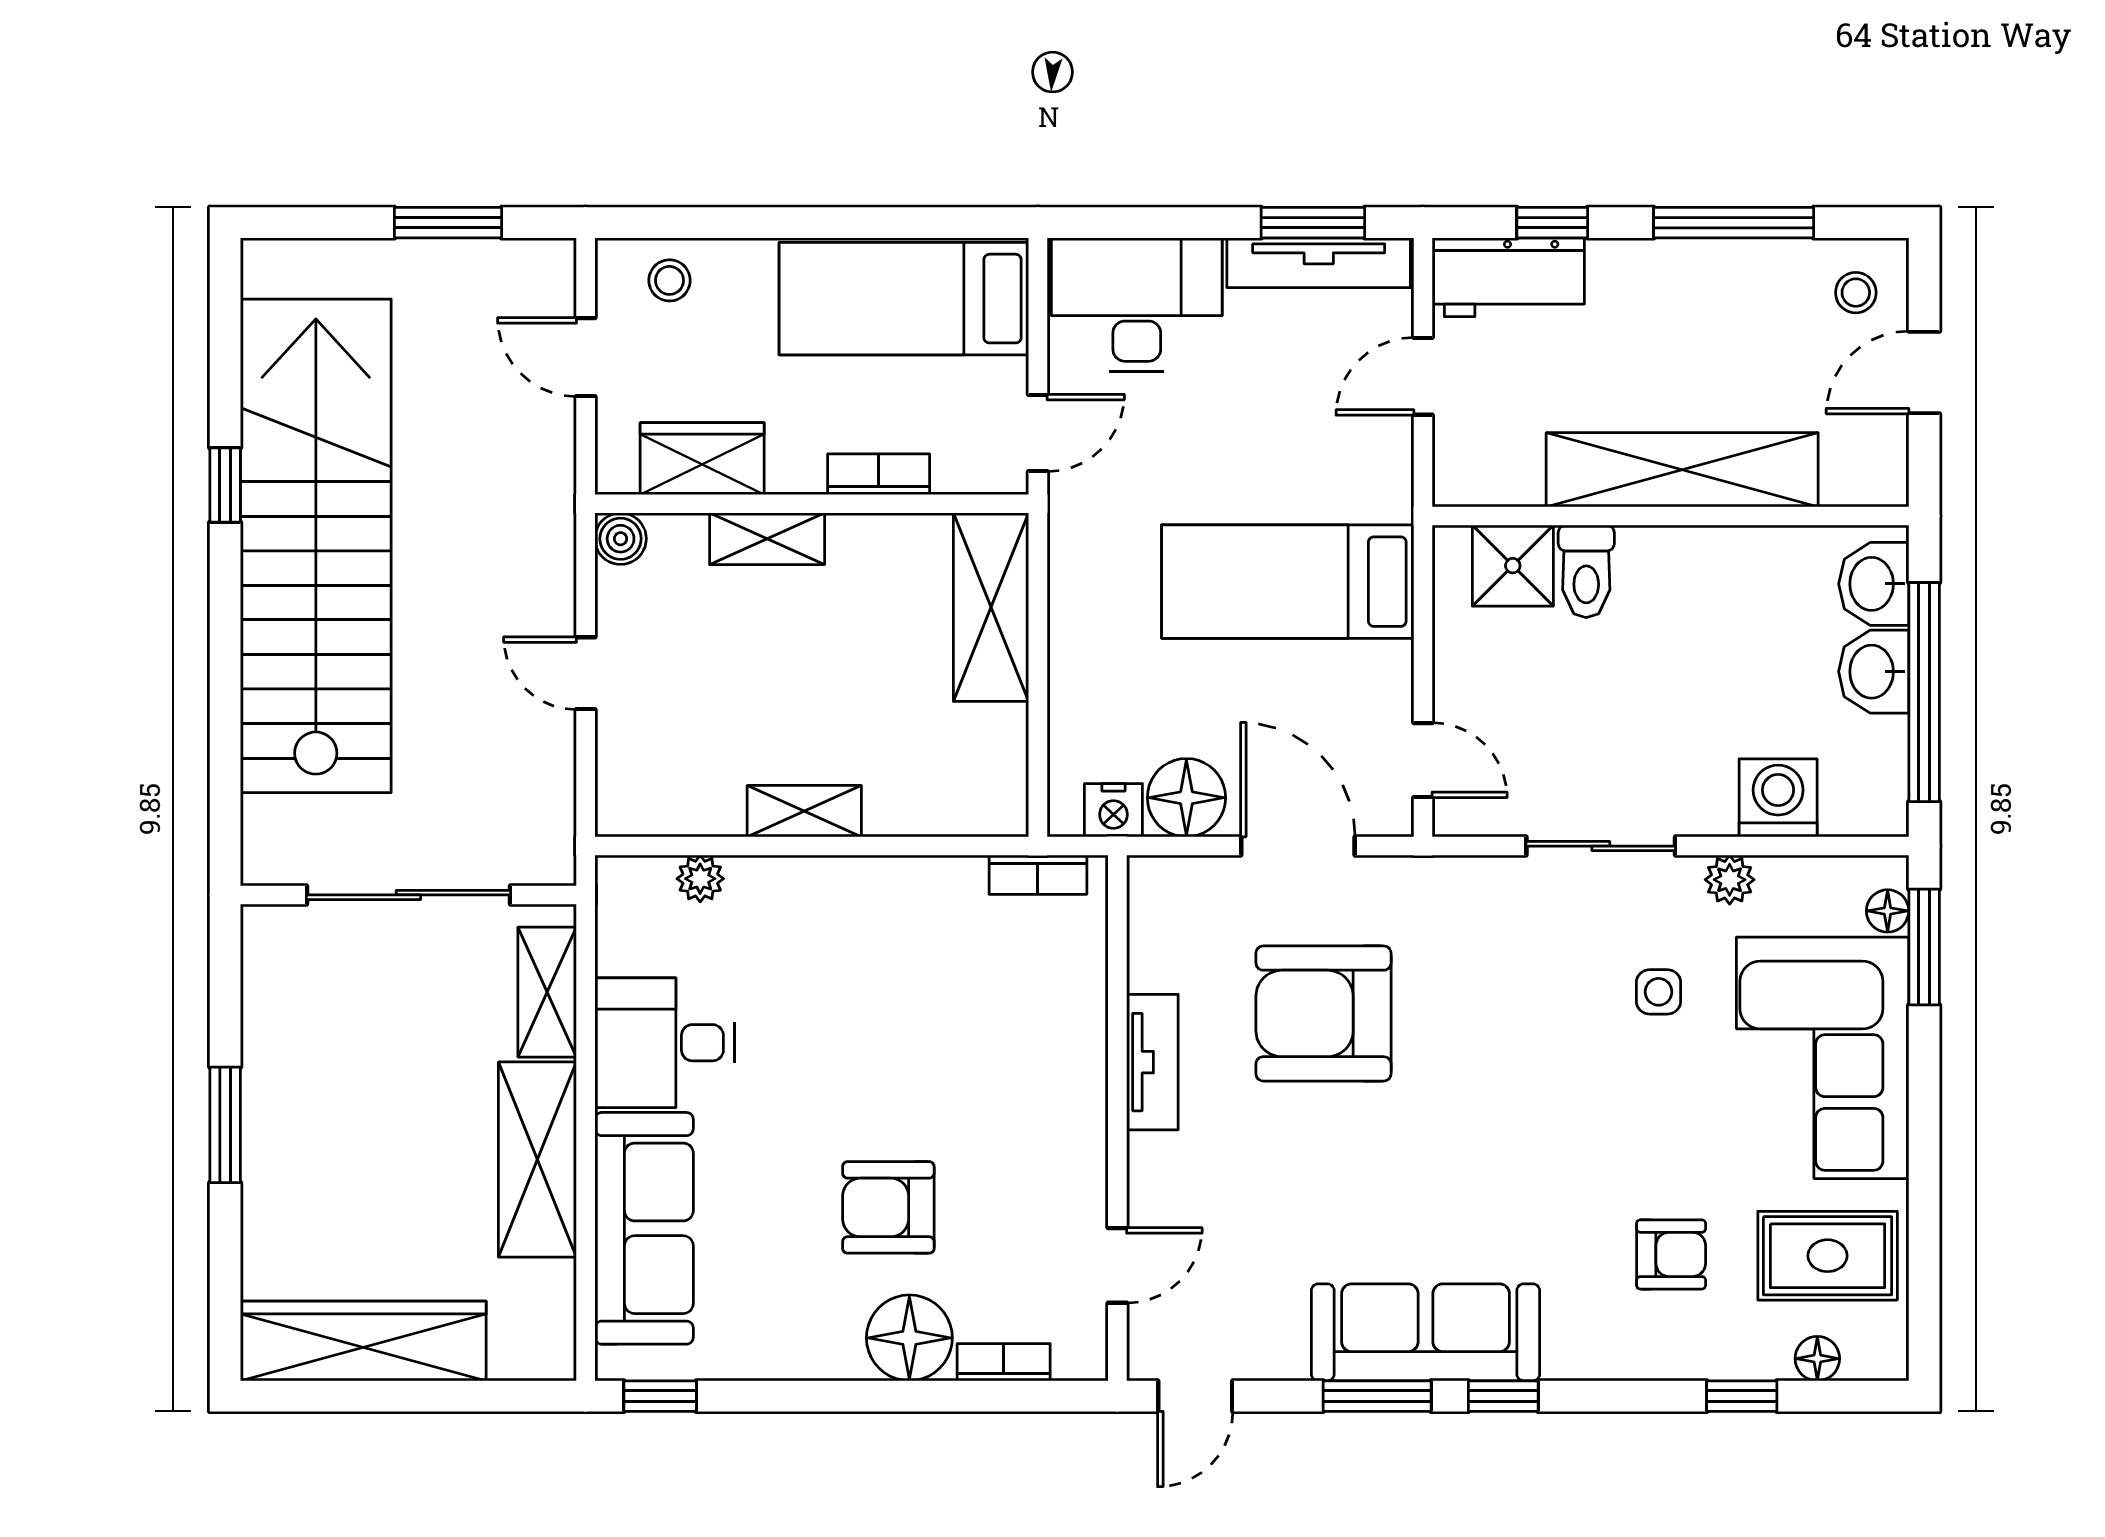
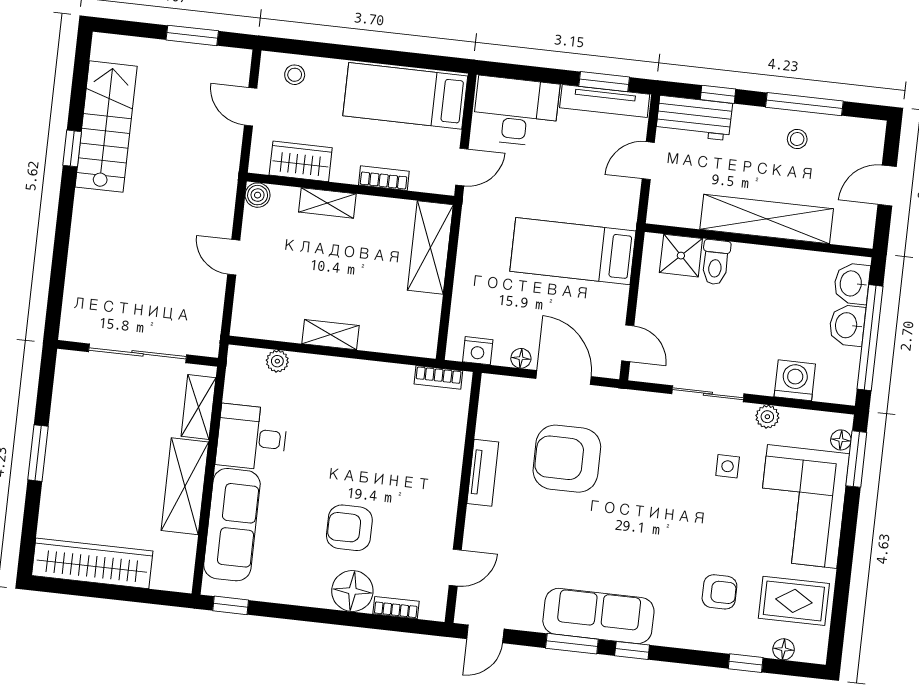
stool: (1856, 293) -> (797, 139), moved
stairs: (316, 546) -> (106, 127), width x0.54, depth x0.66
floor lamp: (1186, 798) -> (521, 358), width x0.53, depth x0.53

